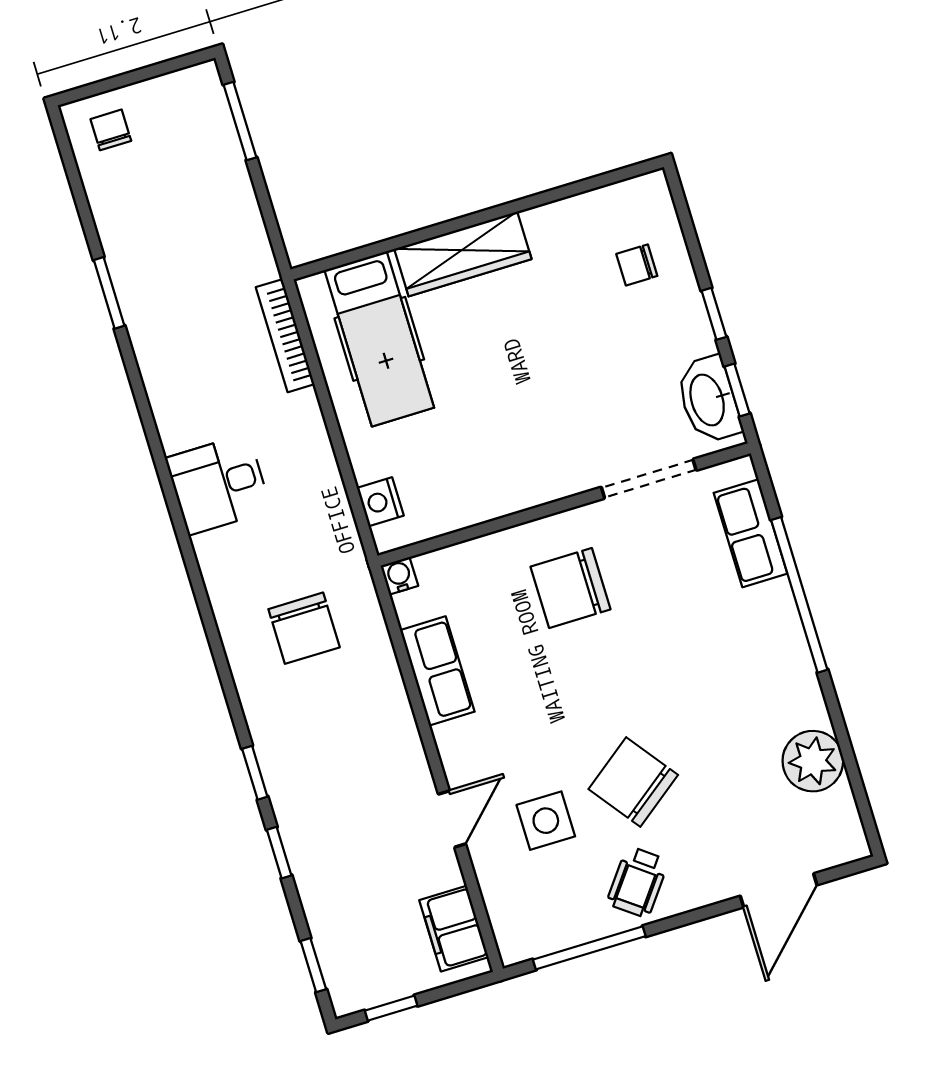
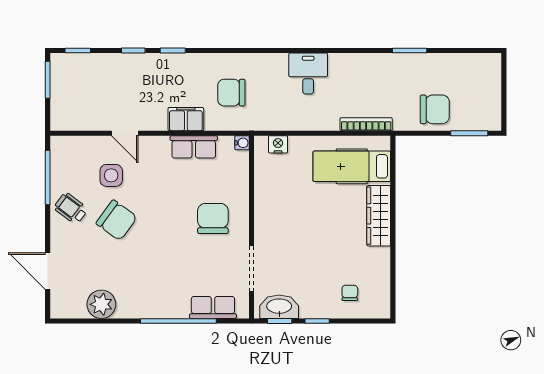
chair: (111, 130) -> (435, 109), moved, width x1.87, depth x1.87
chair: (633, 782) -> (117, 220), turned 73
filing cabinet: (454, 929) -> (186, 119), moved
window: (391, 1008) -> (48, 80), width x1.50

